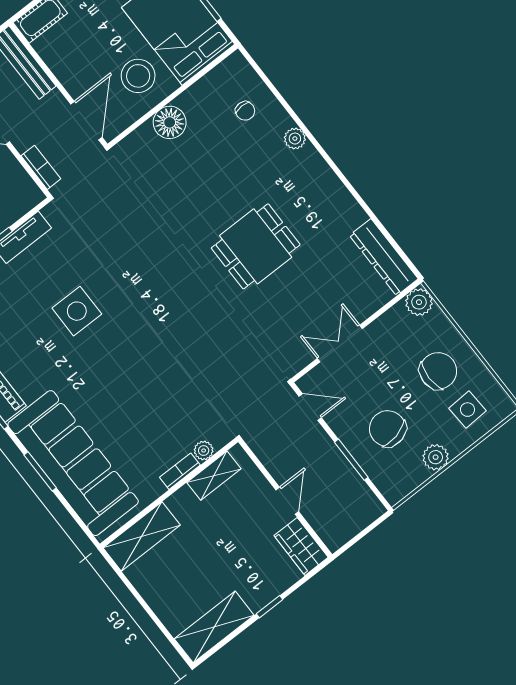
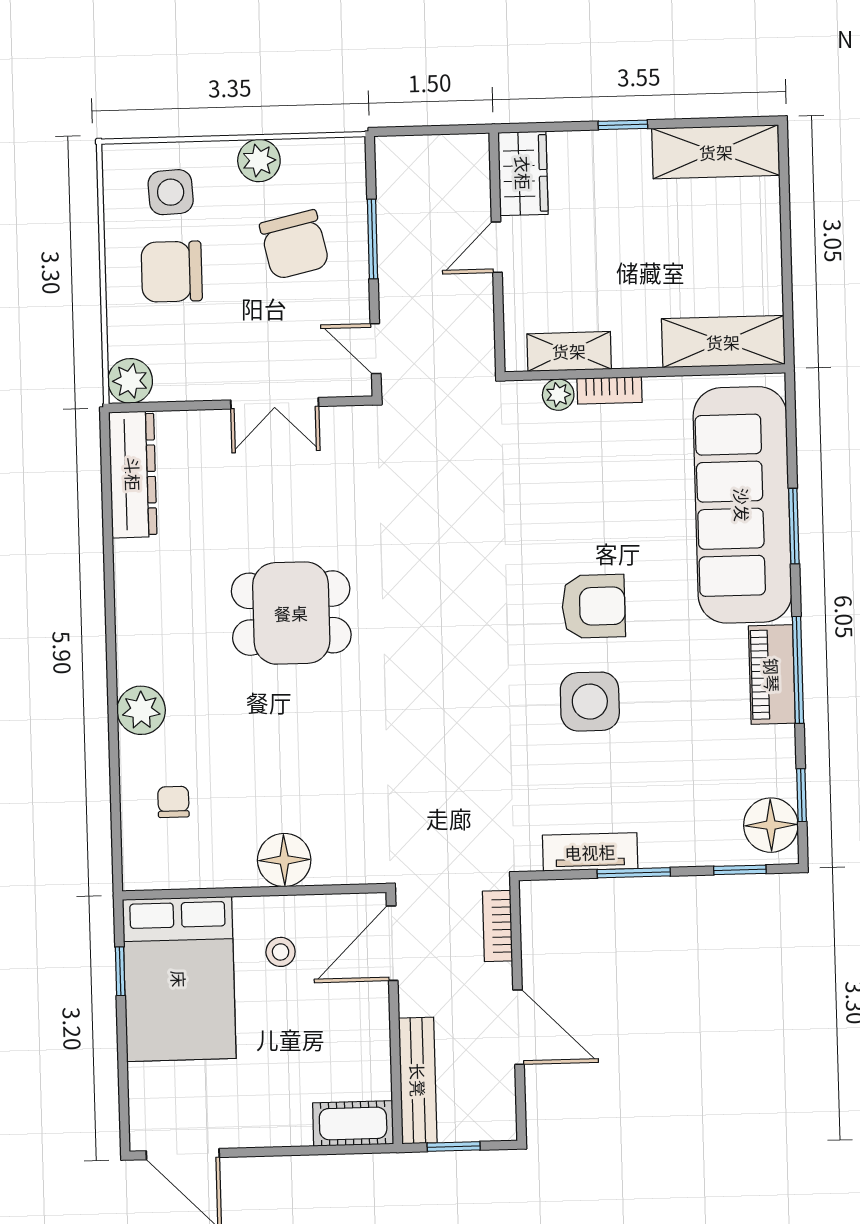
stool: (138, 76) -> (281, 952), width x0.53, depth x0.53
plant: (295, 139) -> (141, 710), width x1.38, depth x1.38
armchair: (110, 359) -> (594, 606), added

